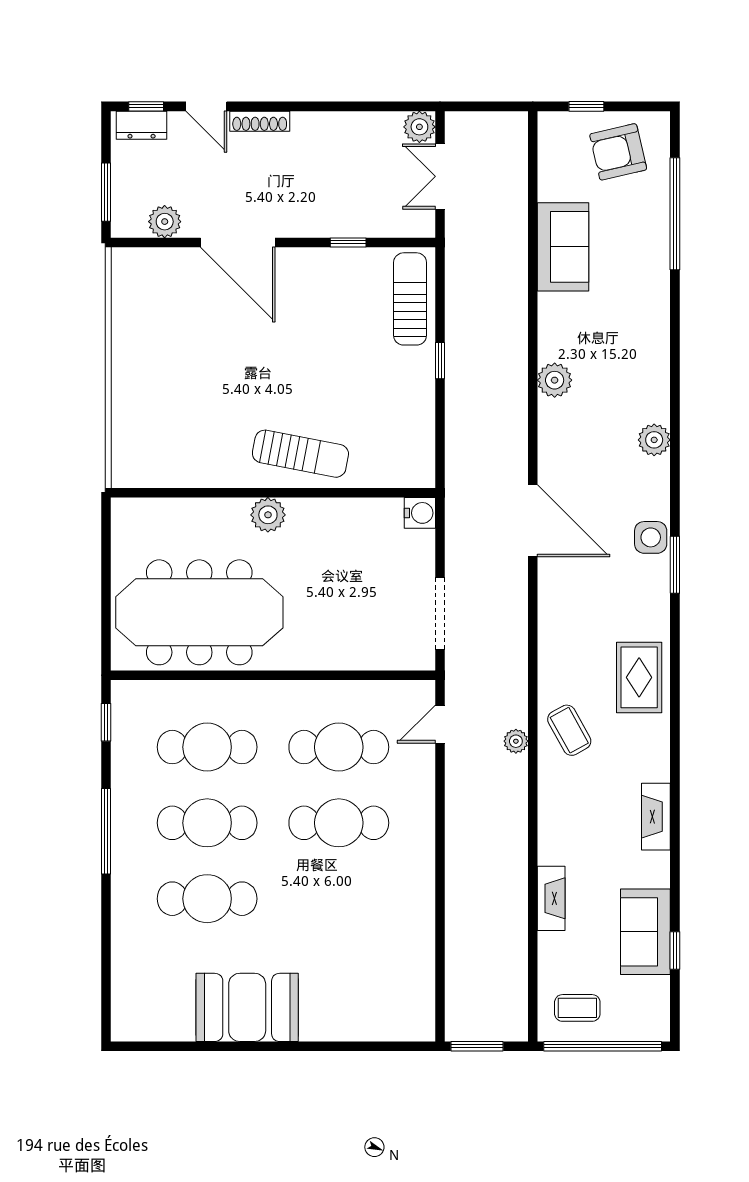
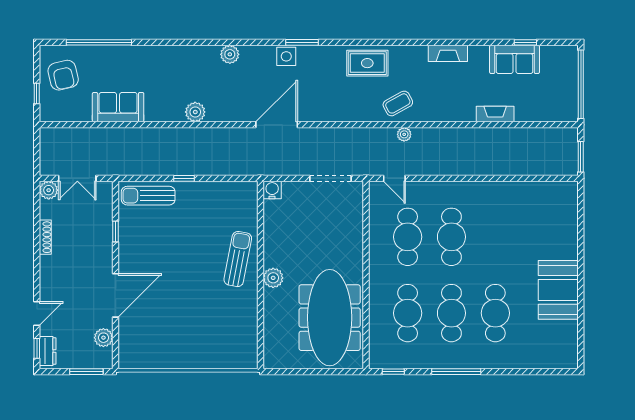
shoe rack: (260, 121) -> (45, 237), moved
coffee table: (577, 1008) -> (559, 99), removed

